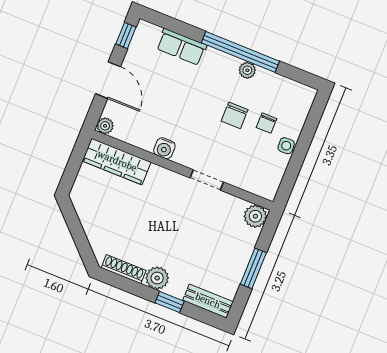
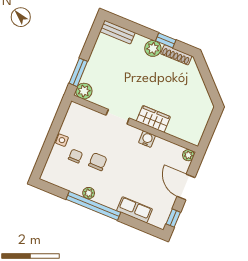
wardrobe: (117, 161) -> (153, 119), moved, width x0.67
window: (253, 268) -> (78, 72), moved
window: (170, 302) -> (166, 40), moved

